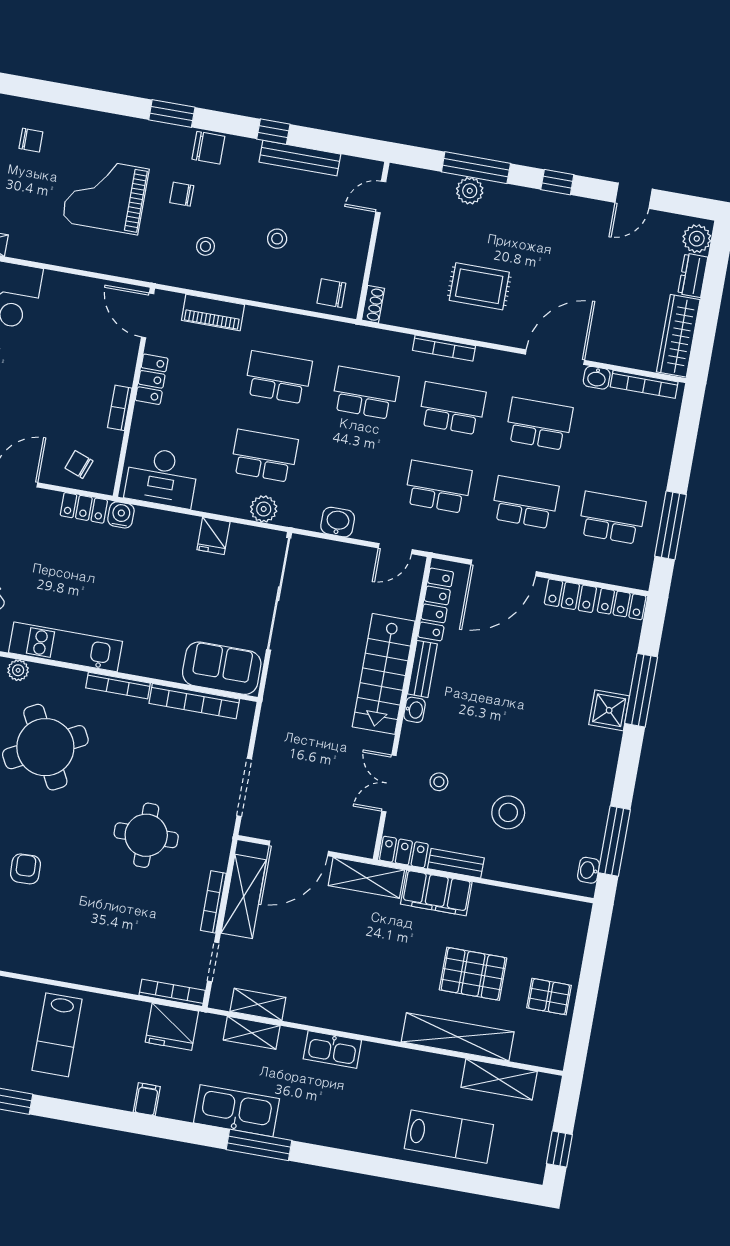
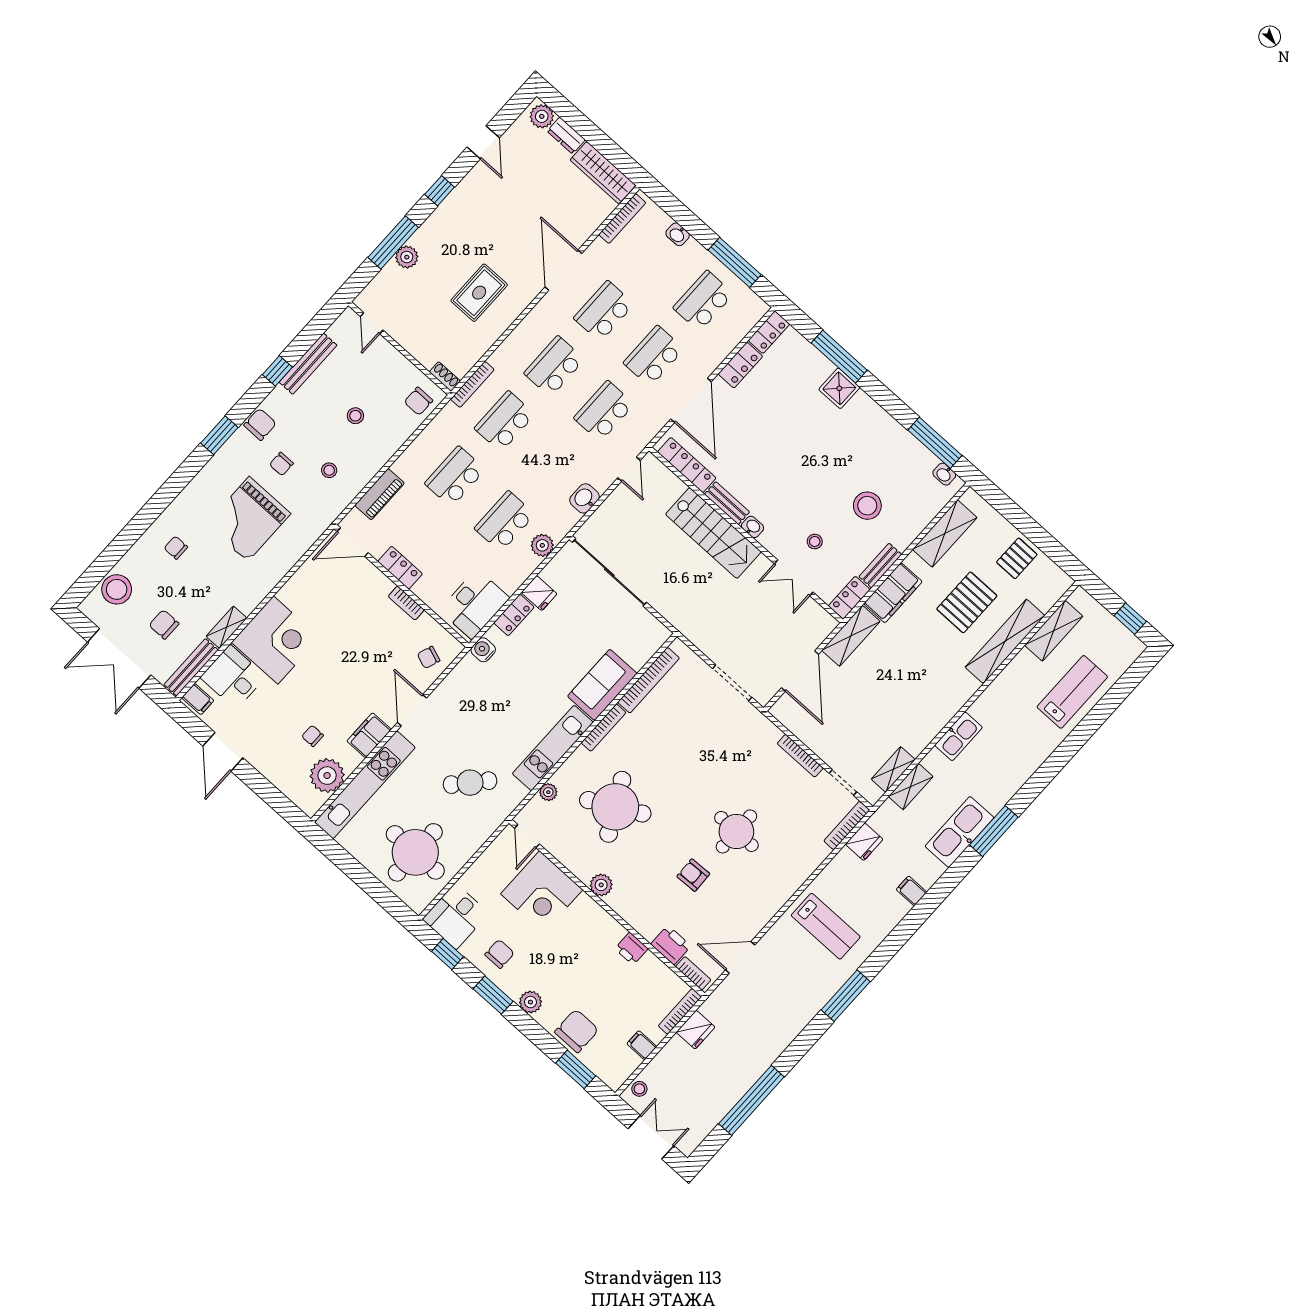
chair: (31, 140) -> (176, 548), turned -90
bookcase: (444, 348) -> (472, 384), moved
washbasin: (597, 378) -> (678, 234), moved, turned 90
locker: (84, 508) -> (514, 615), moved
sofa: (222, 668) -> (602, 685), moved
round table: (146, 835) -> (736, 831), moved
shelving: (244, 896) -> (945, 533), moved, turned 90
fridge: (172, 1027) -> (864, 842), width x0.73, depth x0.75

